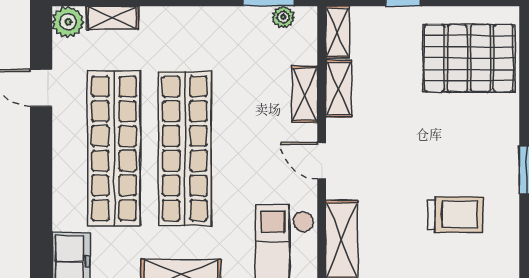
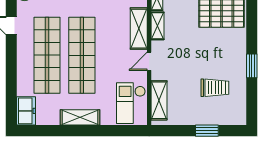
shelving: (305, 94) -> (139, 29), width x1.50, depth x1.33
door: (322, 161) -> (149, 61), hinge flipped

